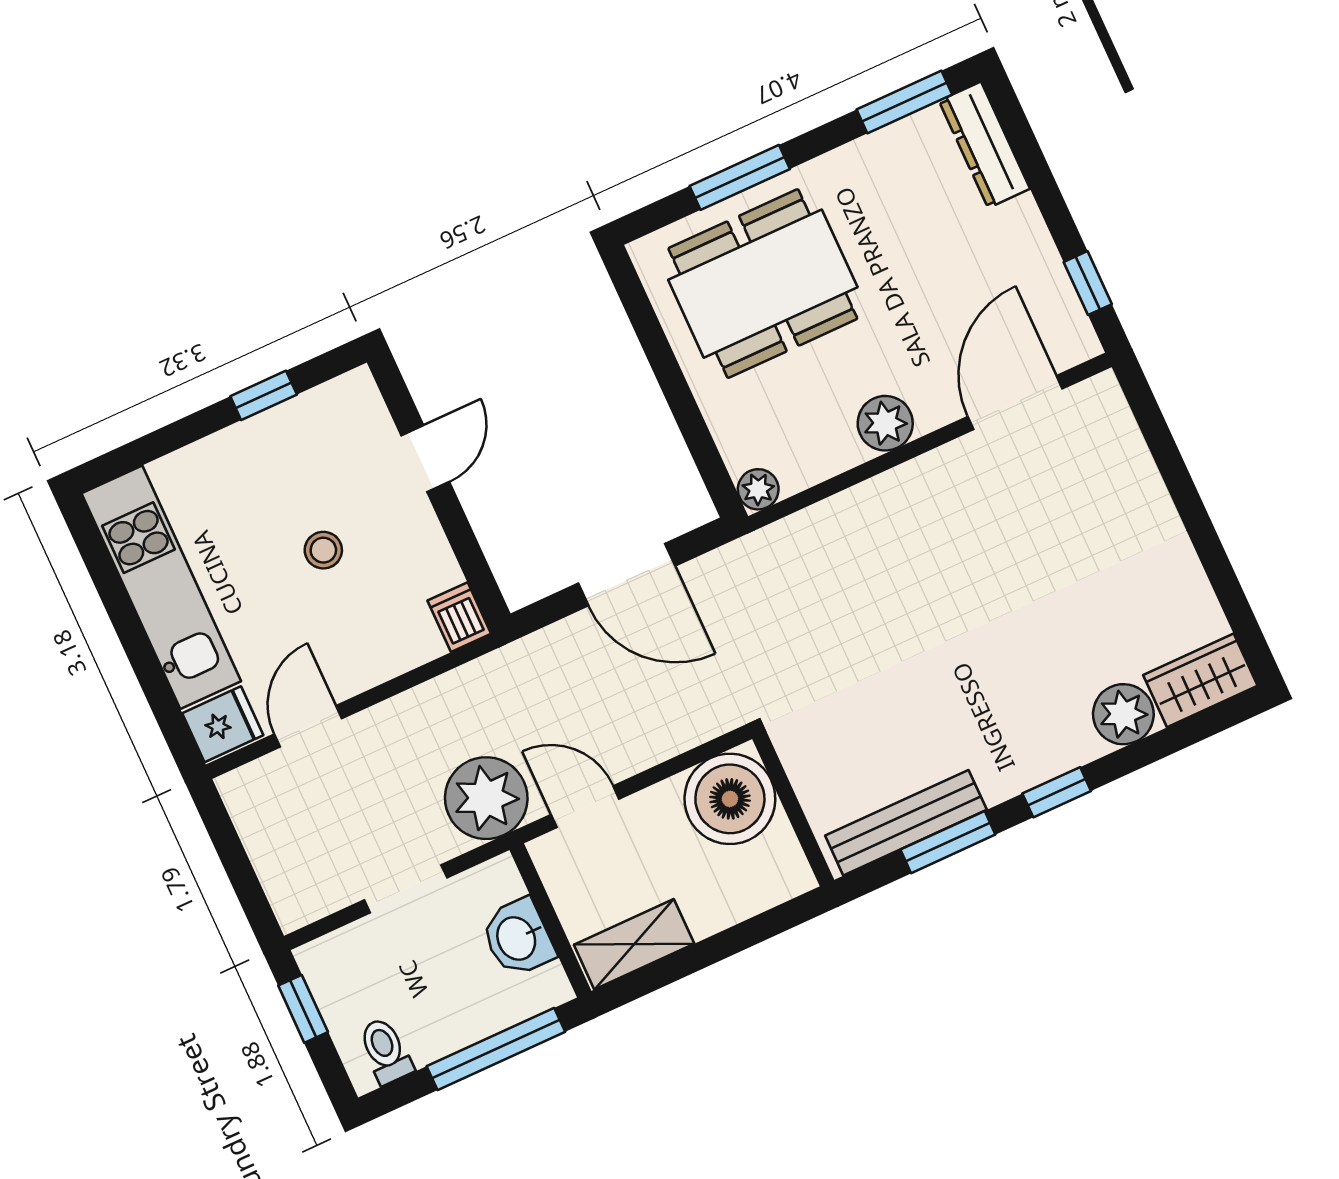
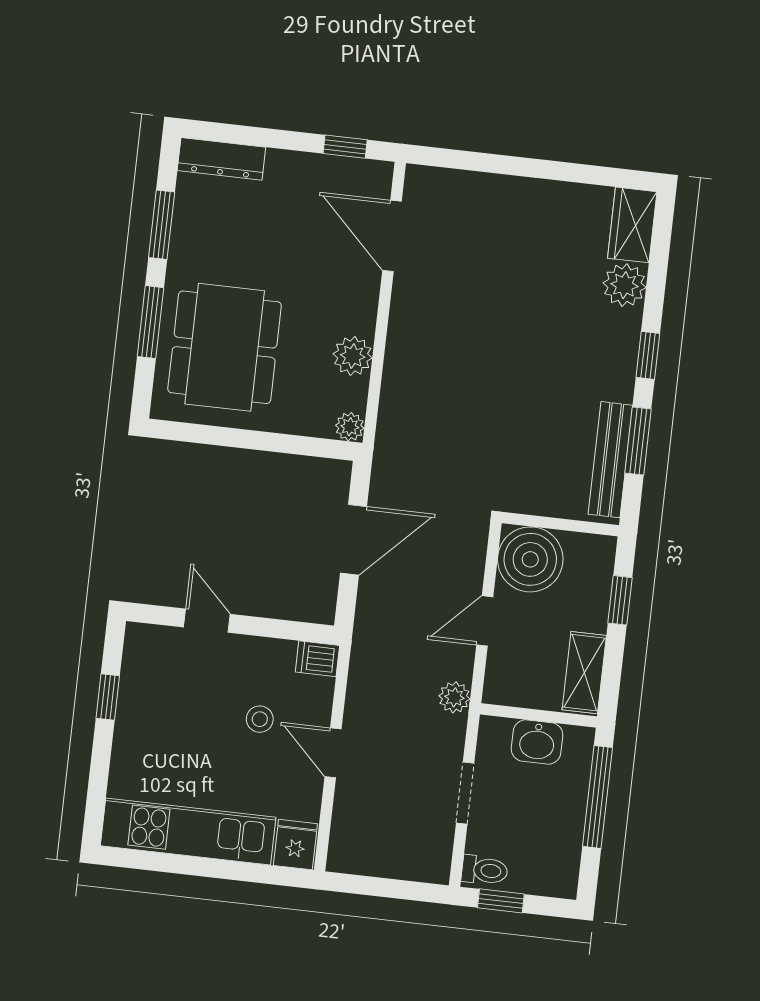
window: (904, 102) -> (162, 225), moved
plant: (885, 423) -> (353, 356), moved
stool: (323, 550) -> (260, 719), moved
door: (308, 726) -> (333, 753), moved
plant: (486, 798) -> (454, 697), width x0.53, depth x0.53
door: (585, 807) -> (485, 621), moved
window: (746, 935) -> (620, 600), added
toilet: (386, 1051) -> (485, 870), moved, turned 180

